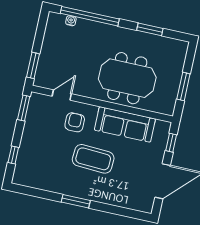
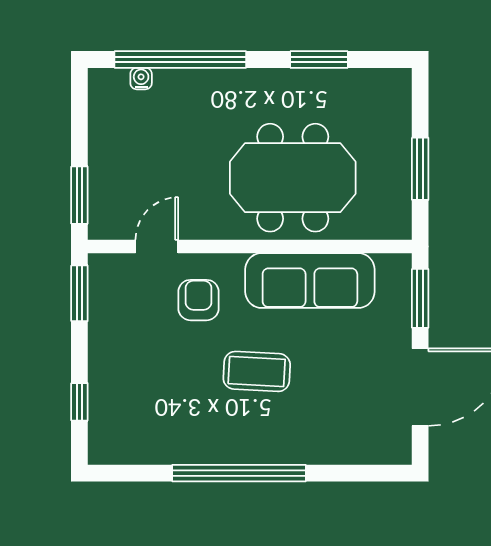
window: (171, 143) -> (420, 298), width x1.50
coffee table: (93, 159) -> (257, 371), width x0.73, depth x0.76
window: (76, 201) -> (239, 473), width x2.11

